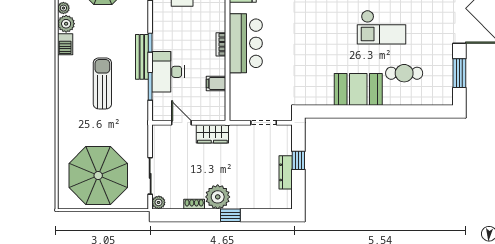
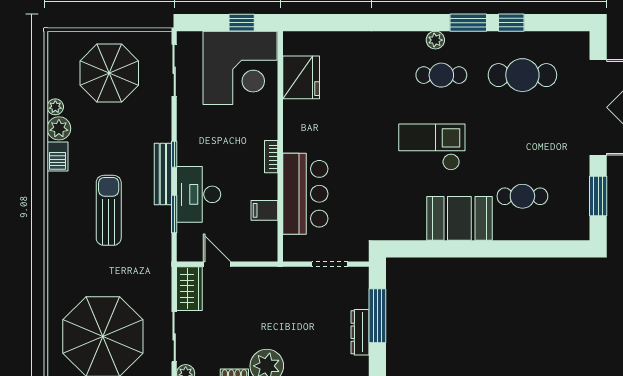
checkout: (382, 27) -> (432, 147), moved, turned 180
bar counter: (246, 43) -> (305, 194), moved
wardrobe: (212, 134) -> (189, 289), moved, turned -90
window: (298, 160) -> (377, 316), width x2.17

